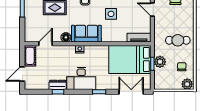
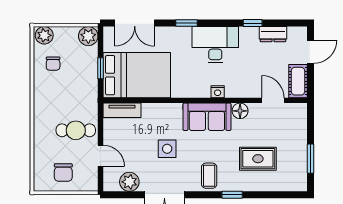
cafe table: (178, 40) -> (76, 130), moved
door: (45, 44) -> (273, 100), swing flipped
plant: (160, 62) -> (88, 36), moved
dresser: (58, 85) -> (273, 34), moved

